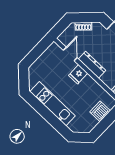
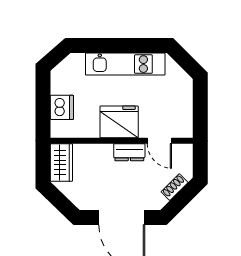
dresser: (92, 65) -> (129, 152), width x0.70
fridge: (78, 74) -> (119, 122), width x1.88, depth x1.34

